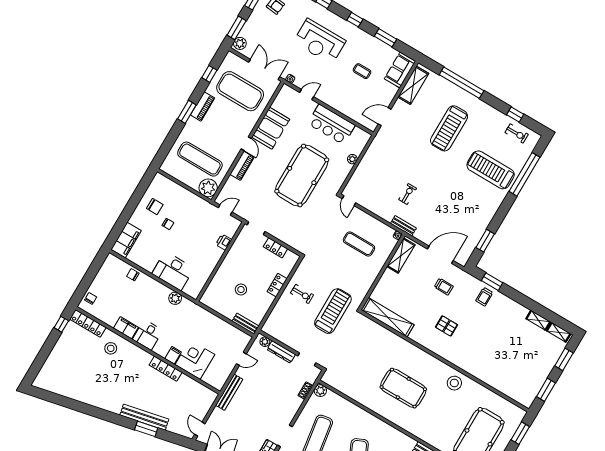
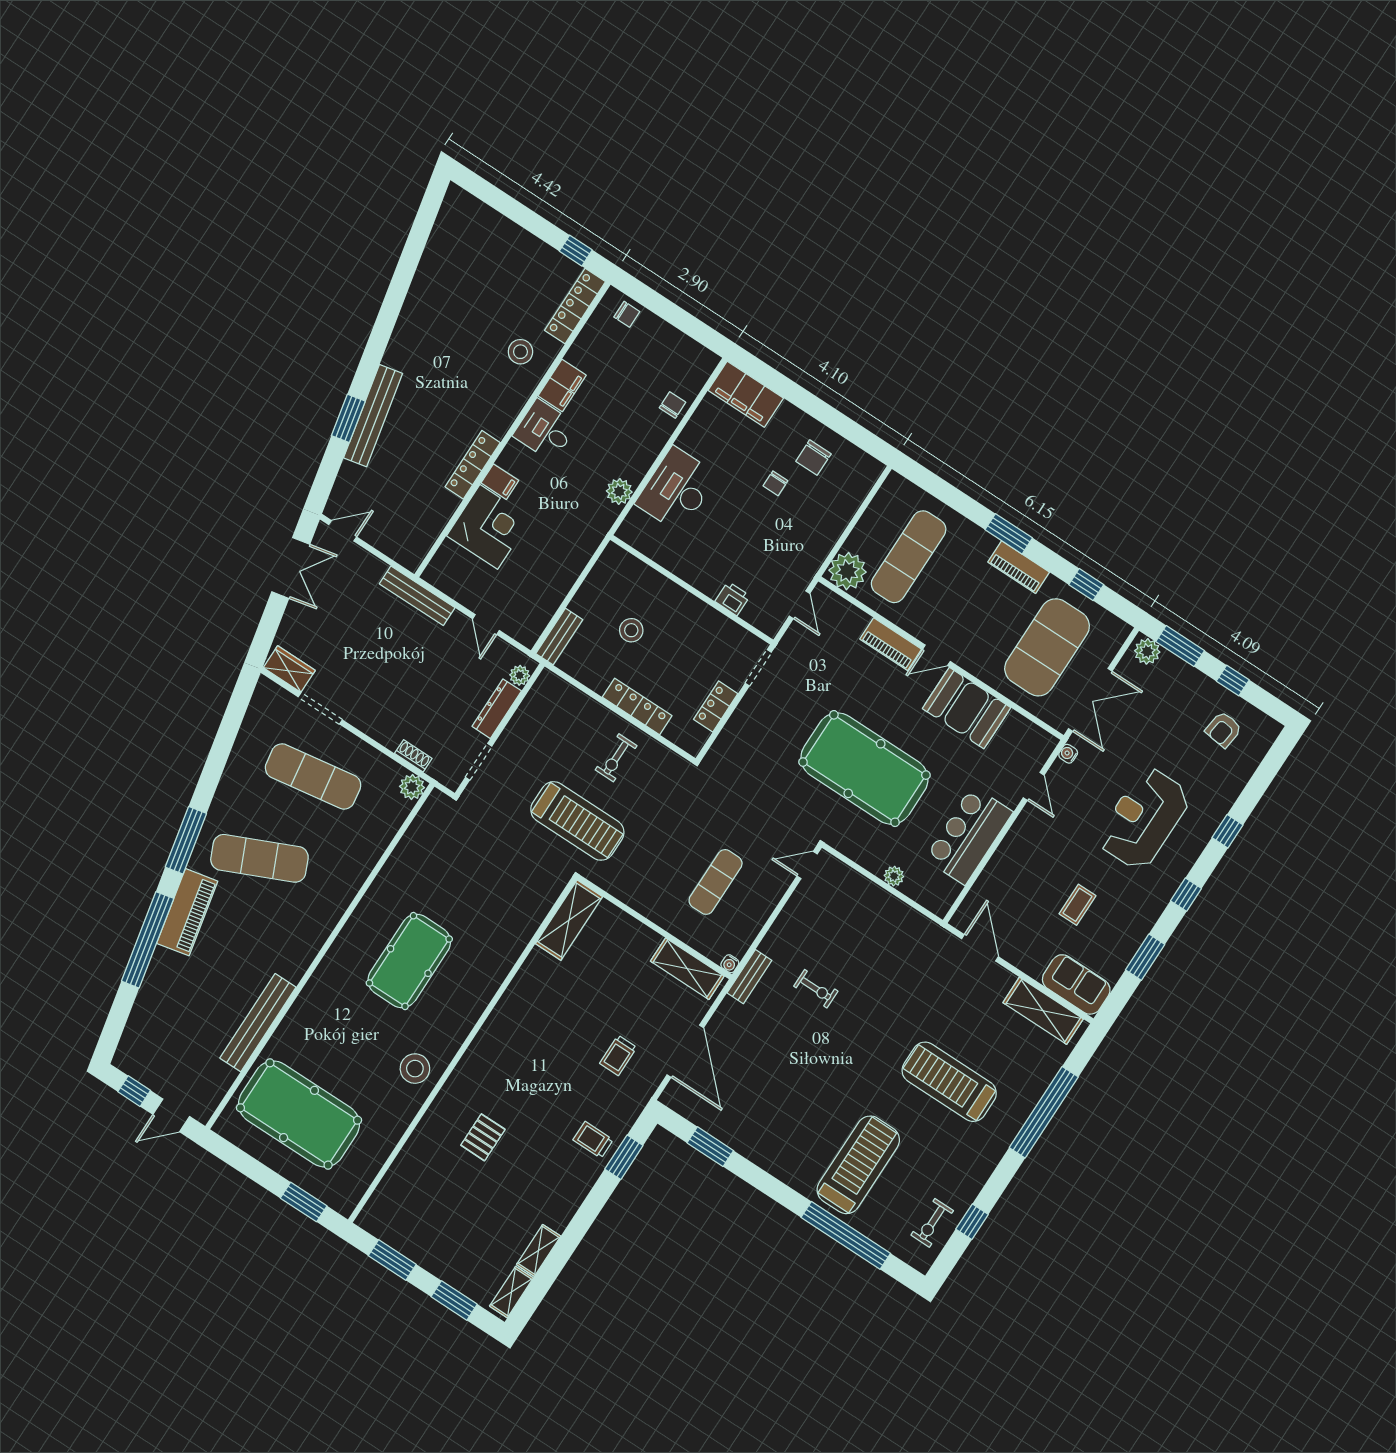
locker: (277, 285) -> (637, 706), width x1.53
shelving: (388, 317) -> (569, 920), width x0.68
pallet: (447, 326) -> (483, 1137), moved

